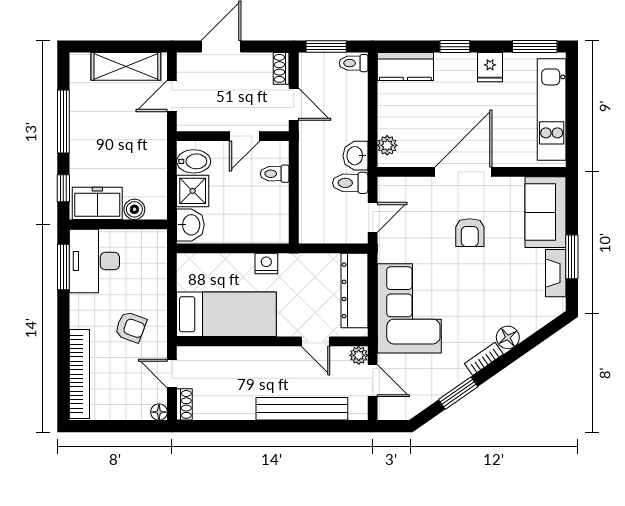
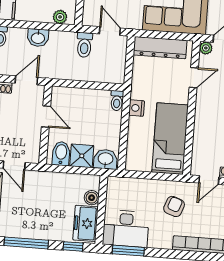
washbasin: (355, 156) -> (38, 38), moved
toilet: (275, 174) -> (117, 101), moved

